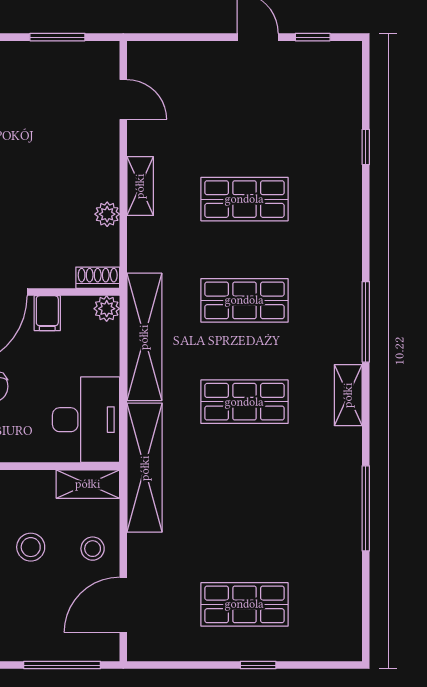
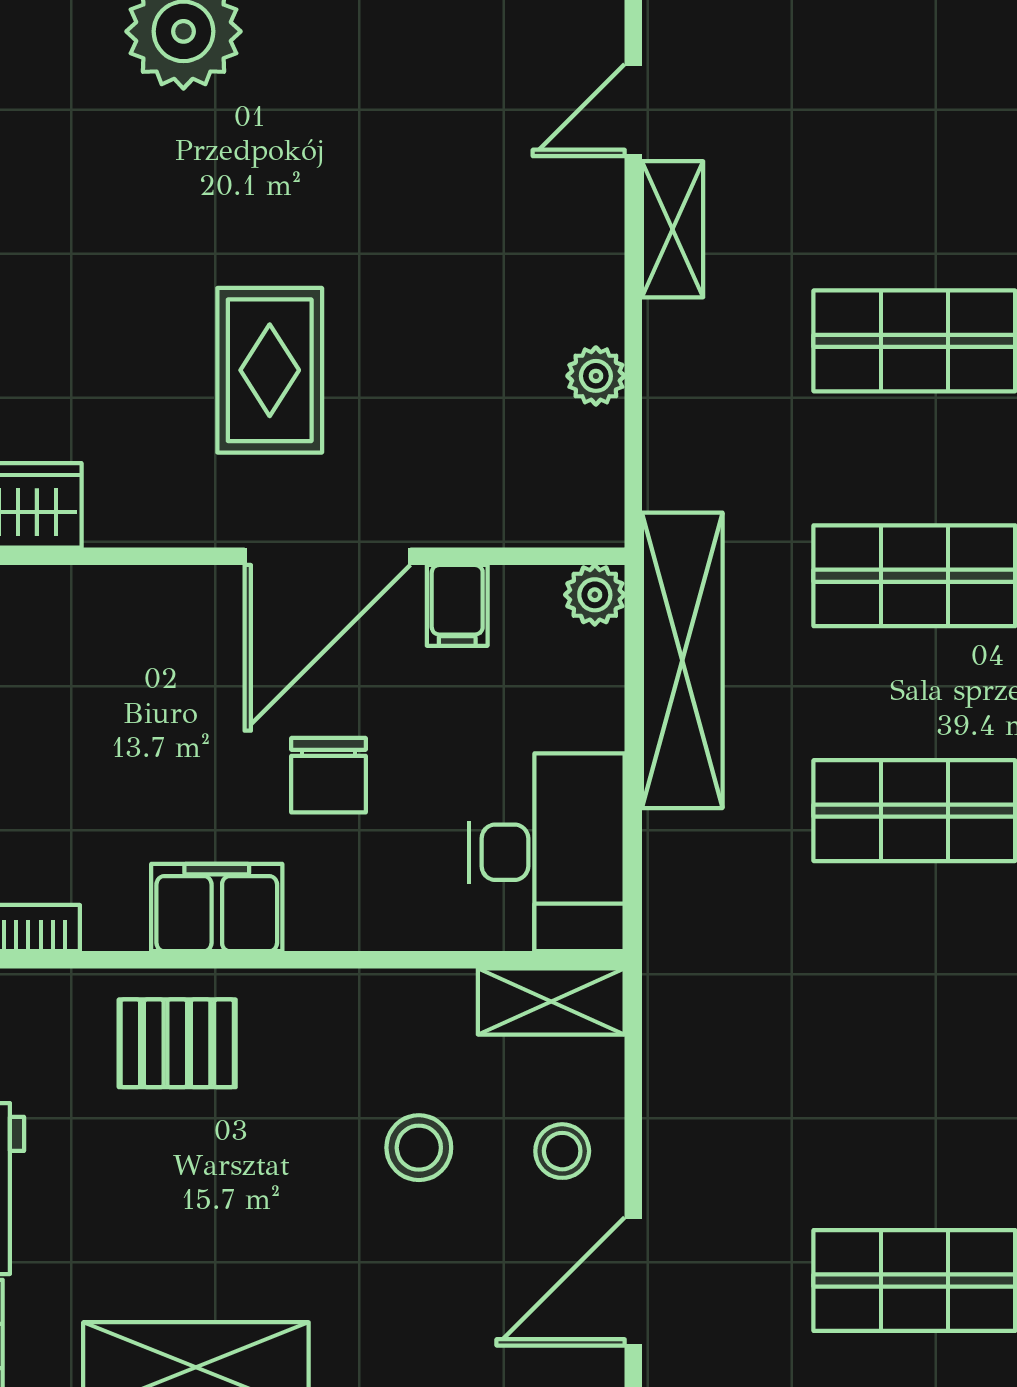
door: (123, 100) -> (633, 110), swing flipped
shelving: (140, 186) -> (673, 229), moved
shoe rack: (98, 278) -> (574, 523), removed
shelving: (145, 468) -> (683, 963), removed

